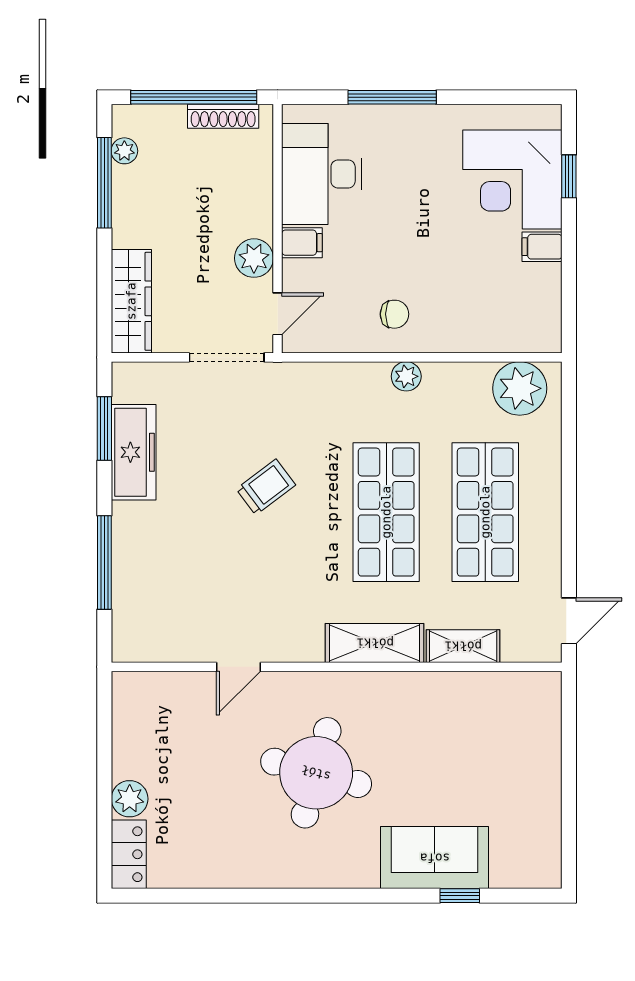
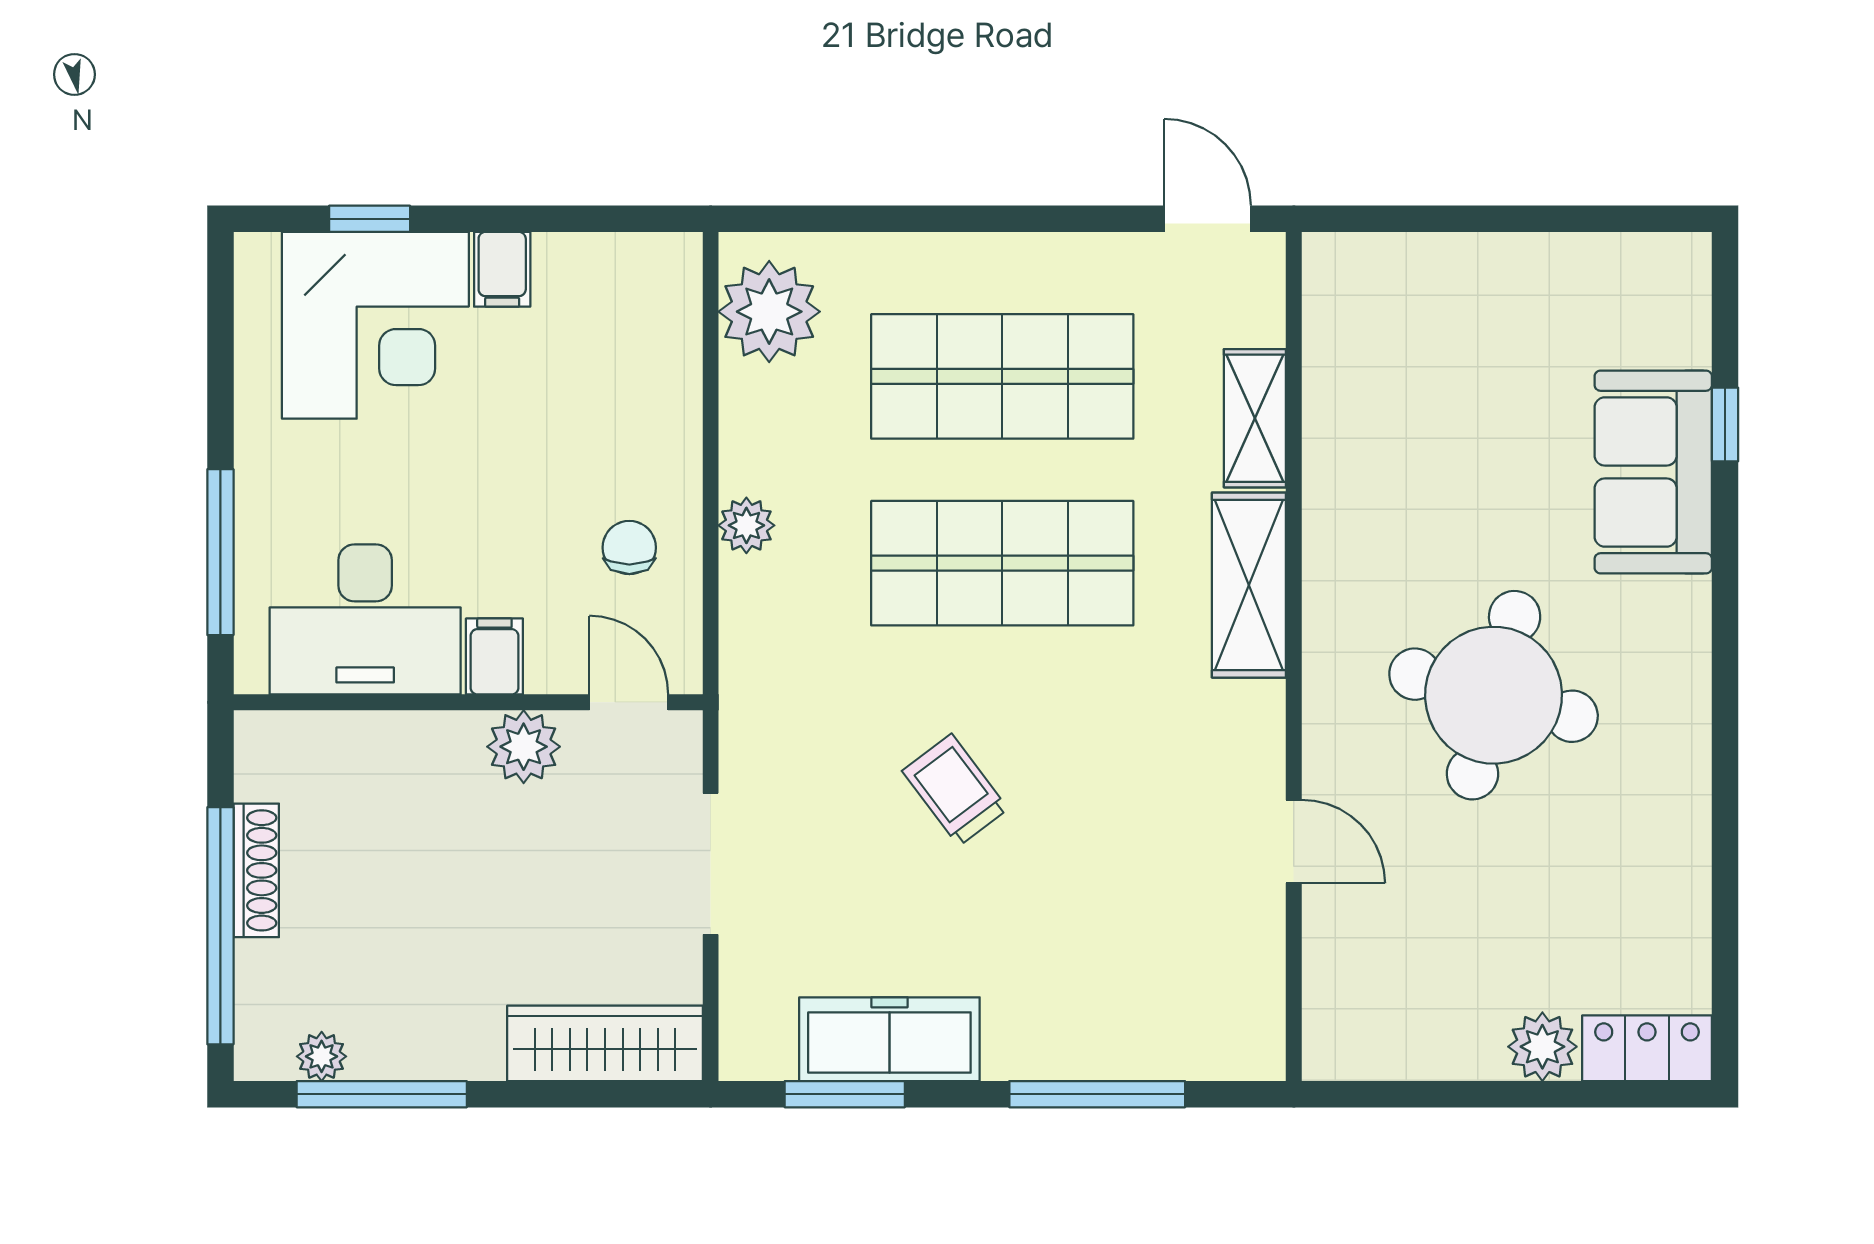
desk: (322, 174) -> (365, 619), moved
wall: (278, 229) -> (468, 702), moved
filing cabinet: (302, 243) -> (494, 656), moved
plant: (254, 258) -> (524, 747), moved
door: (278, 314) -> (629, 702), moved

